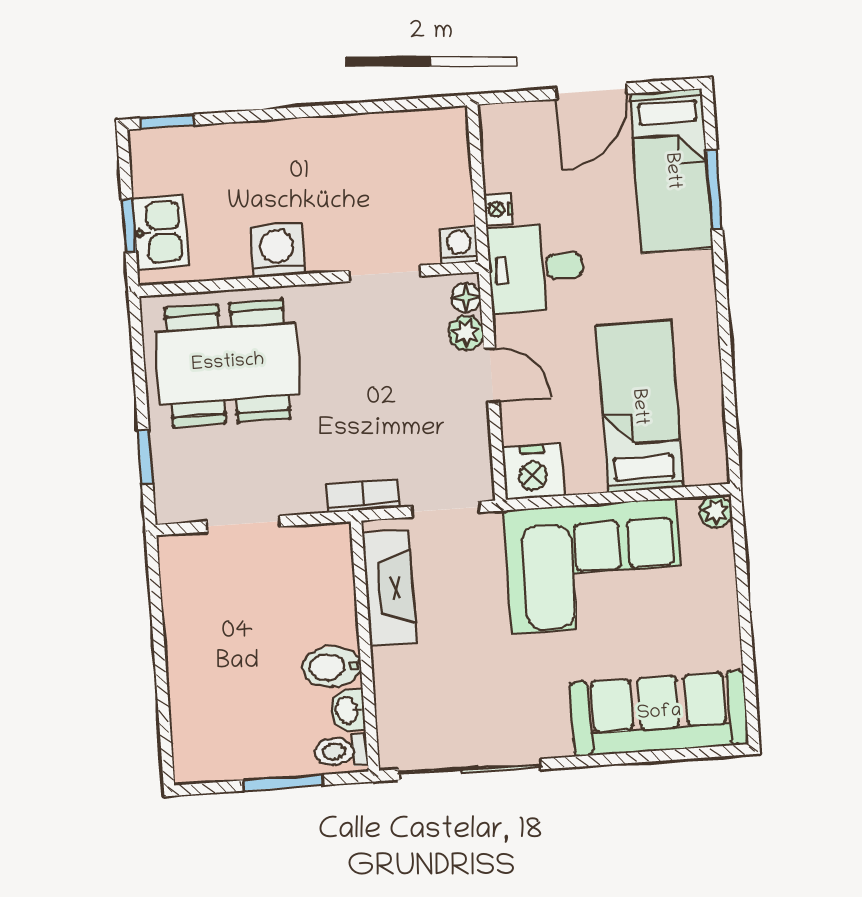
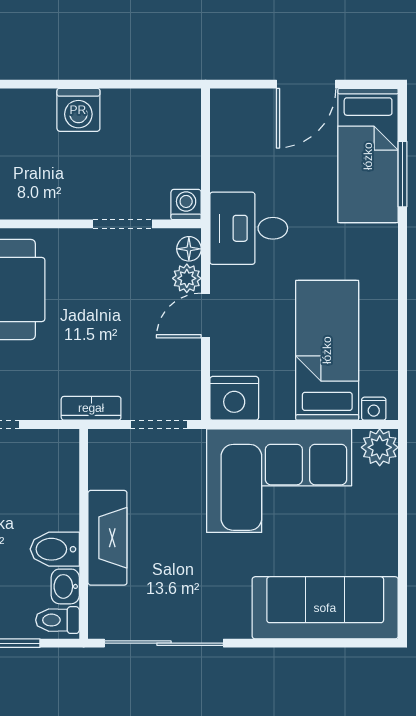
nightstand: (498, 209) -> (374, 409), moved, turned -90
washing machine: (277, 250) -> (78, 110), moved, turned 180
door: (491, 375) -> (205, 316), swing flipped
plant: (716, 511) -> (380, 447), width x1.38, depth x1.38
fireplace: (389, 588) -> (107, 538), moved

